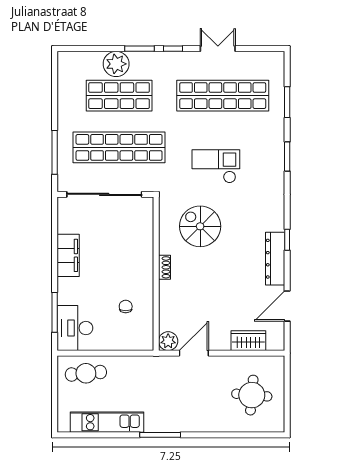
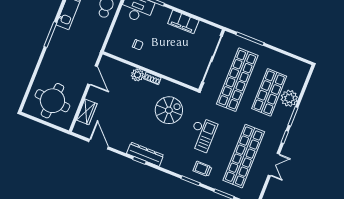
trolley: (264, 146) -> (202, 169), added
dresser: (275, 259) -> (145, 154), moved
plant: (168, 341) -> (137, 75), moved
round table: (252, 395) -> (52, 101), width x1.36, depth x1.36

